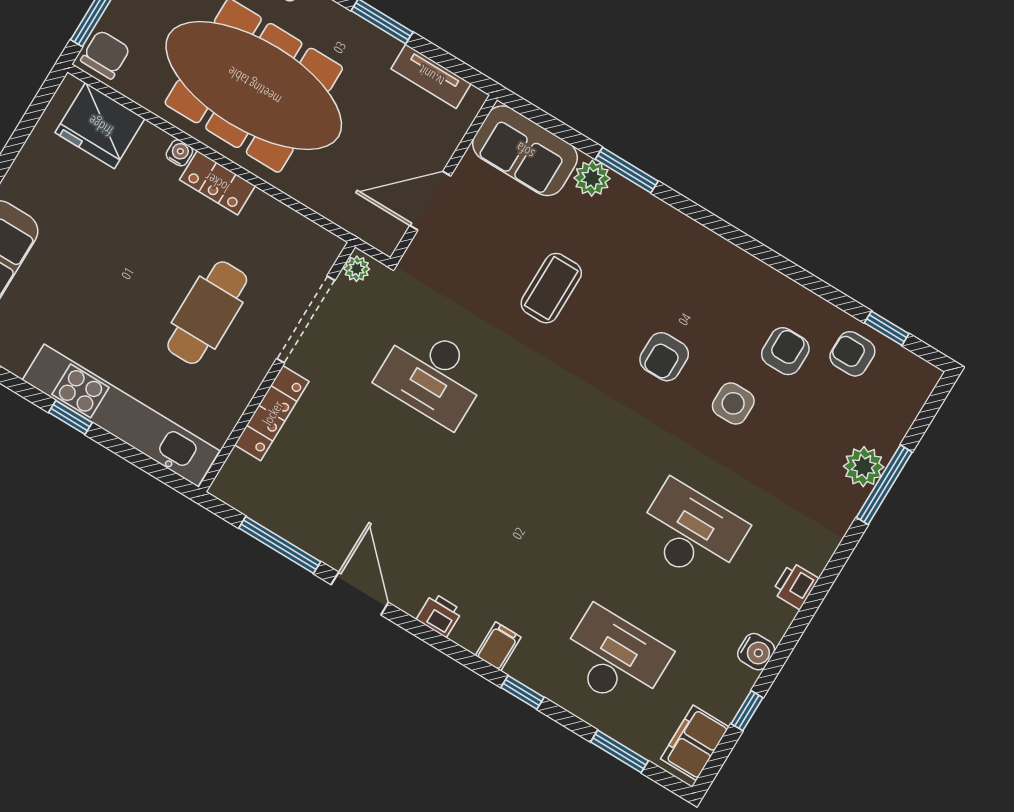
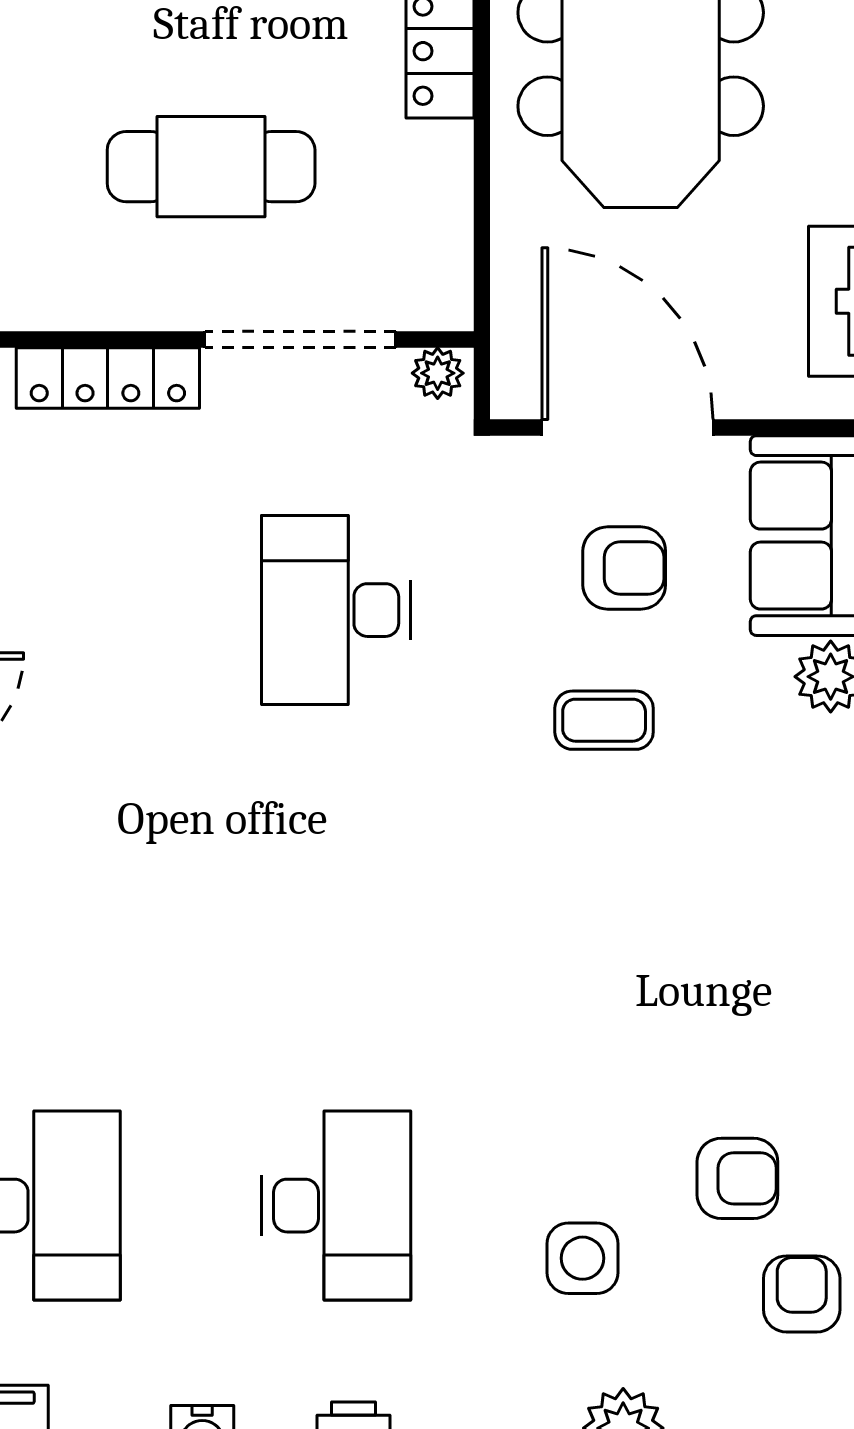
door: (430, 201) -> (628, 427), width x1.36
coffee table: (551, 288) -> (604, 720), width x0.73, depth x0.77
armchair: (664, 357) -> (624, 568), moved, turned 180
side table: (733, 403) -> (582, 1258), moved

